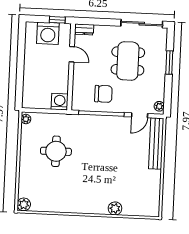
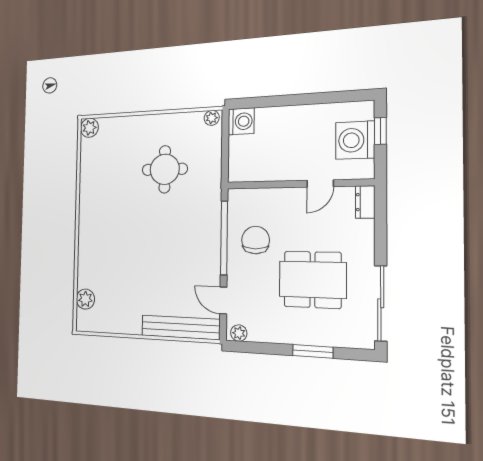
window: (57, 20) -> (380, 131), moved
chair: (103, 94) -> (256, 240), turned 180
washing machine: (60, 102) -> (241, 121), moved
plant: (115, 208) -> (85, 299), moved

